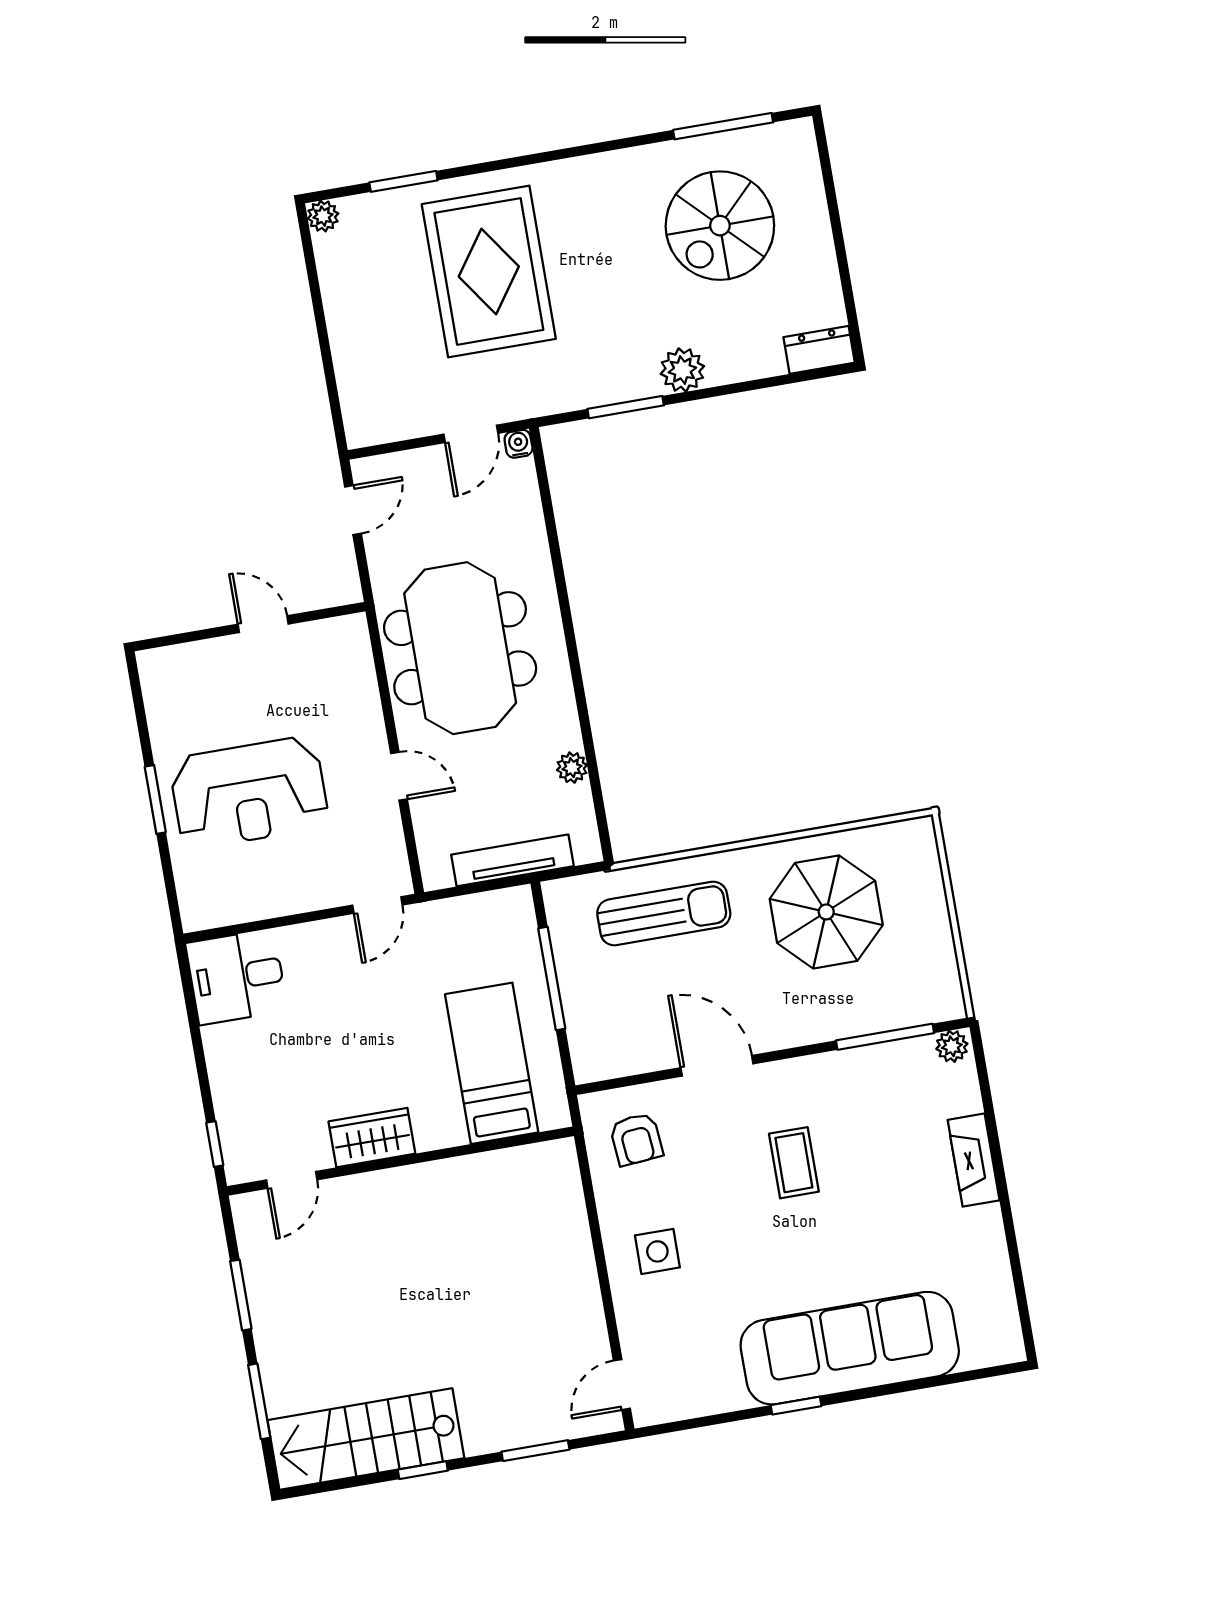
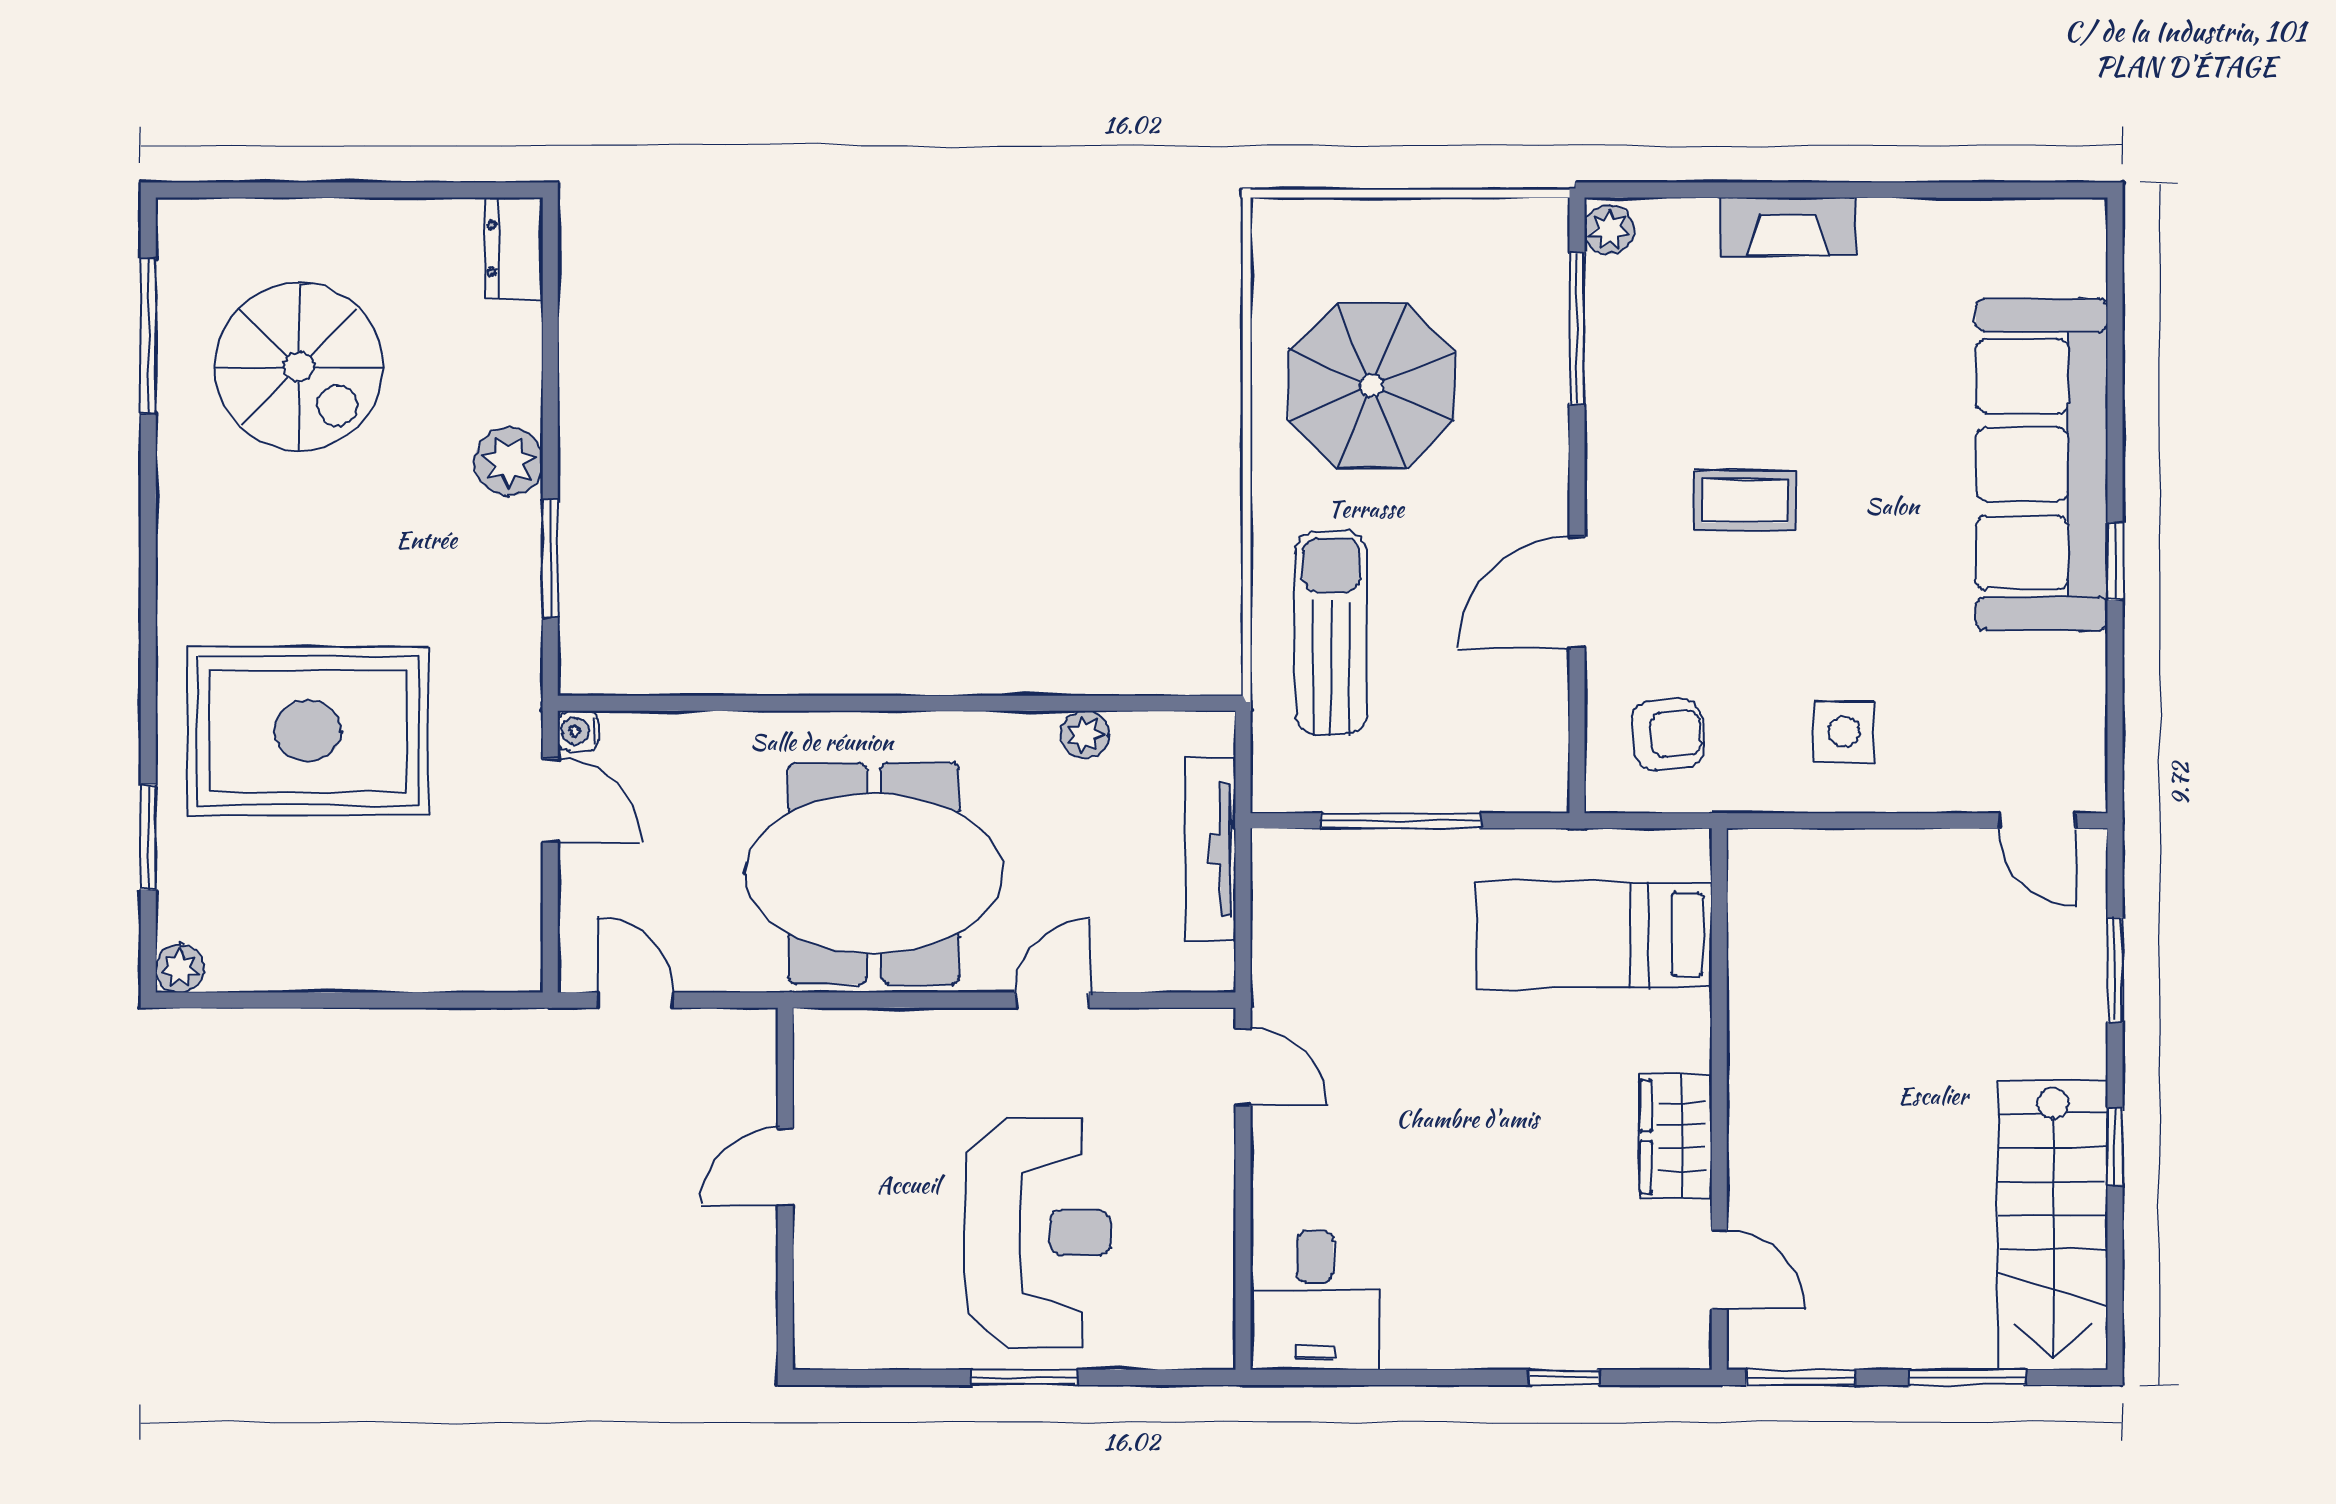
bed: (492, 1063) -> (1594, 935), moved
wardrobe: (372, 1138) -> (1676, 1136), moved
wall: (400, 1161) -> (1719, 1099), moved
door: (292, 1180) -> (1719, 1270), moved

